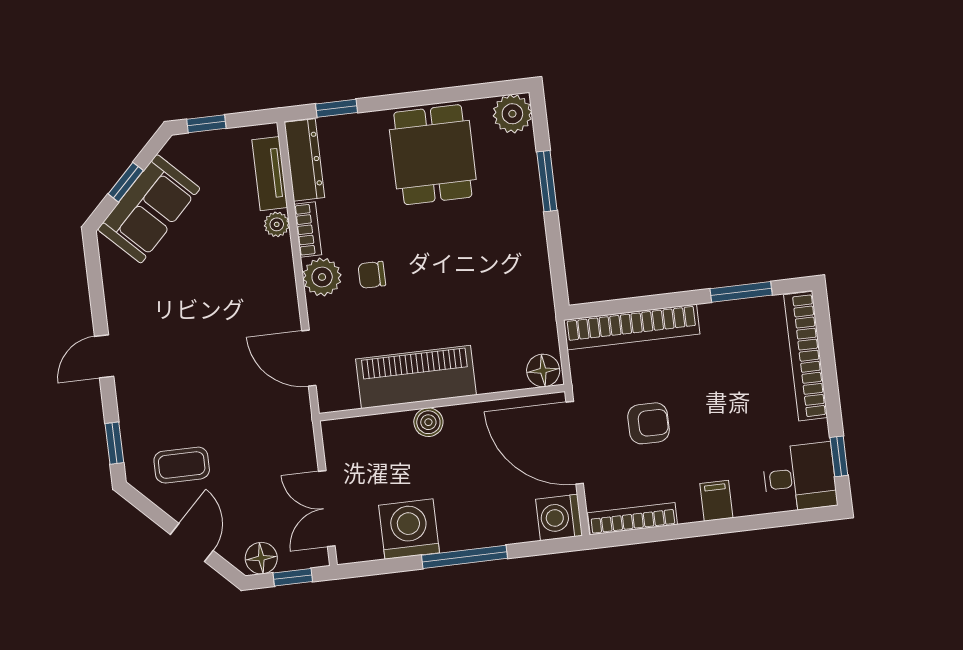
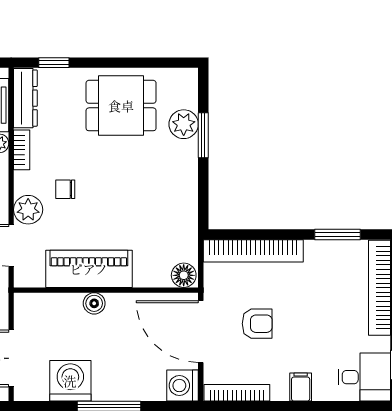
plant: (512, 114) -> (184, 124), moved
dining table: (433, 155) -> (121, 106), turned 90
plant: (322, 277) -> (28, 210), moved

